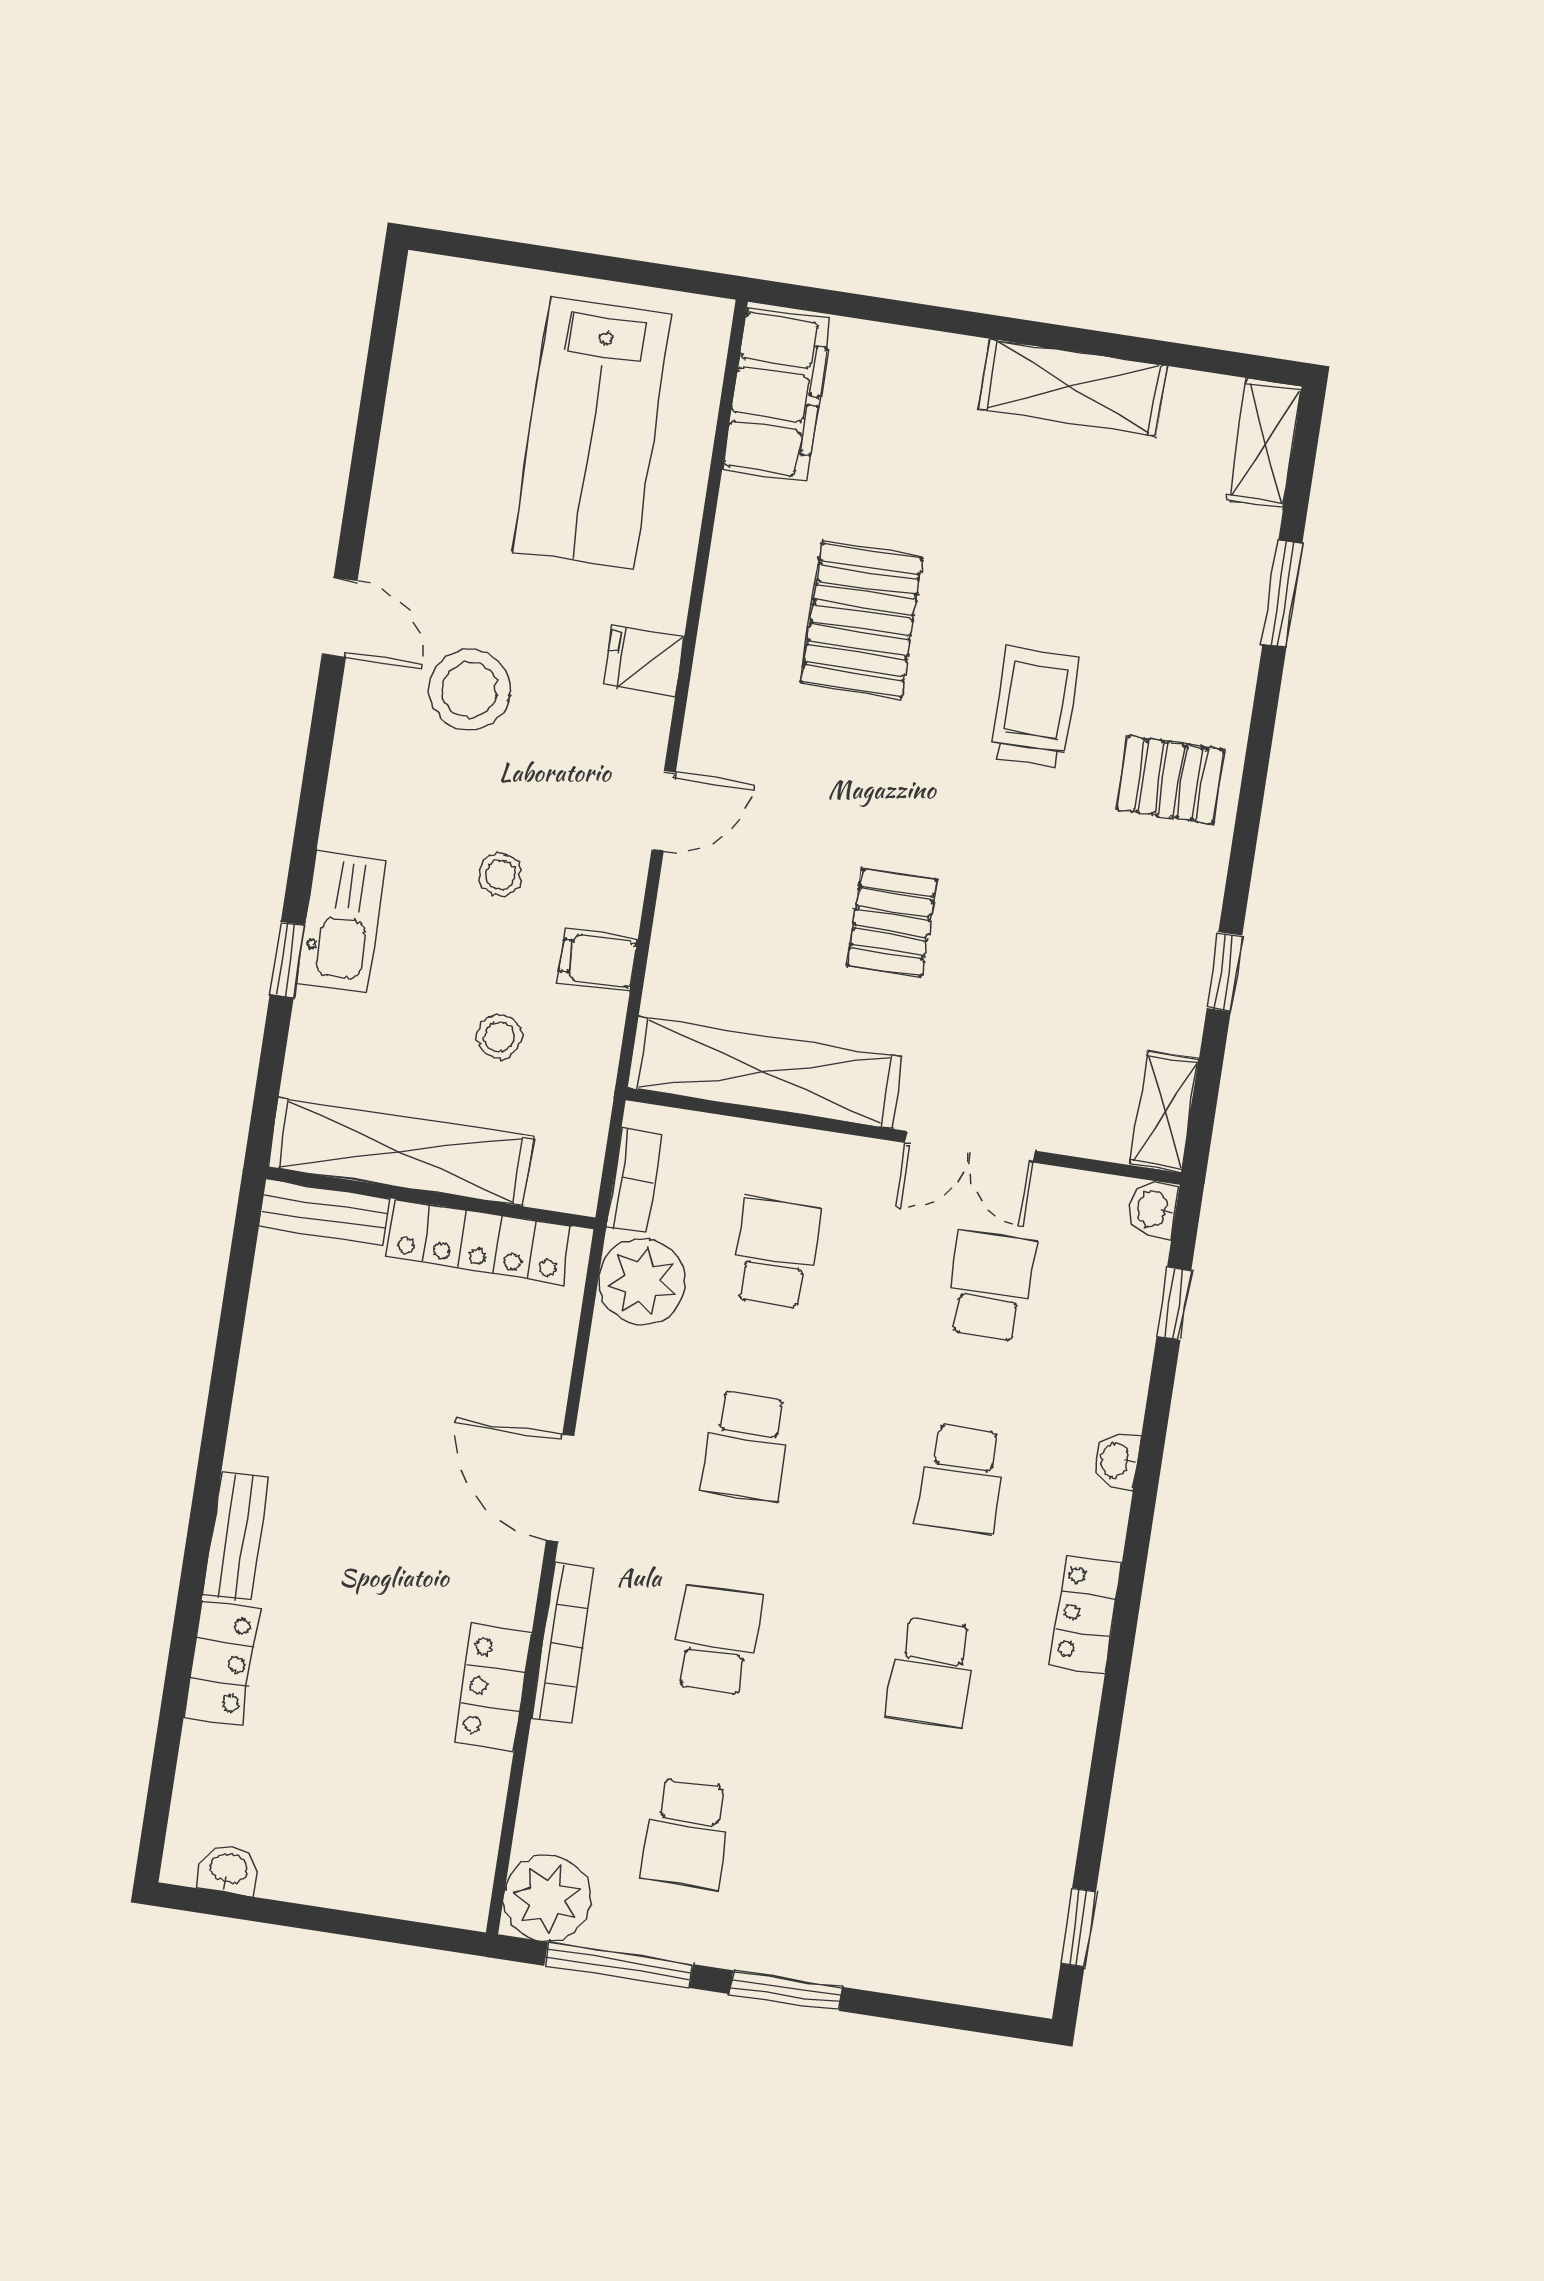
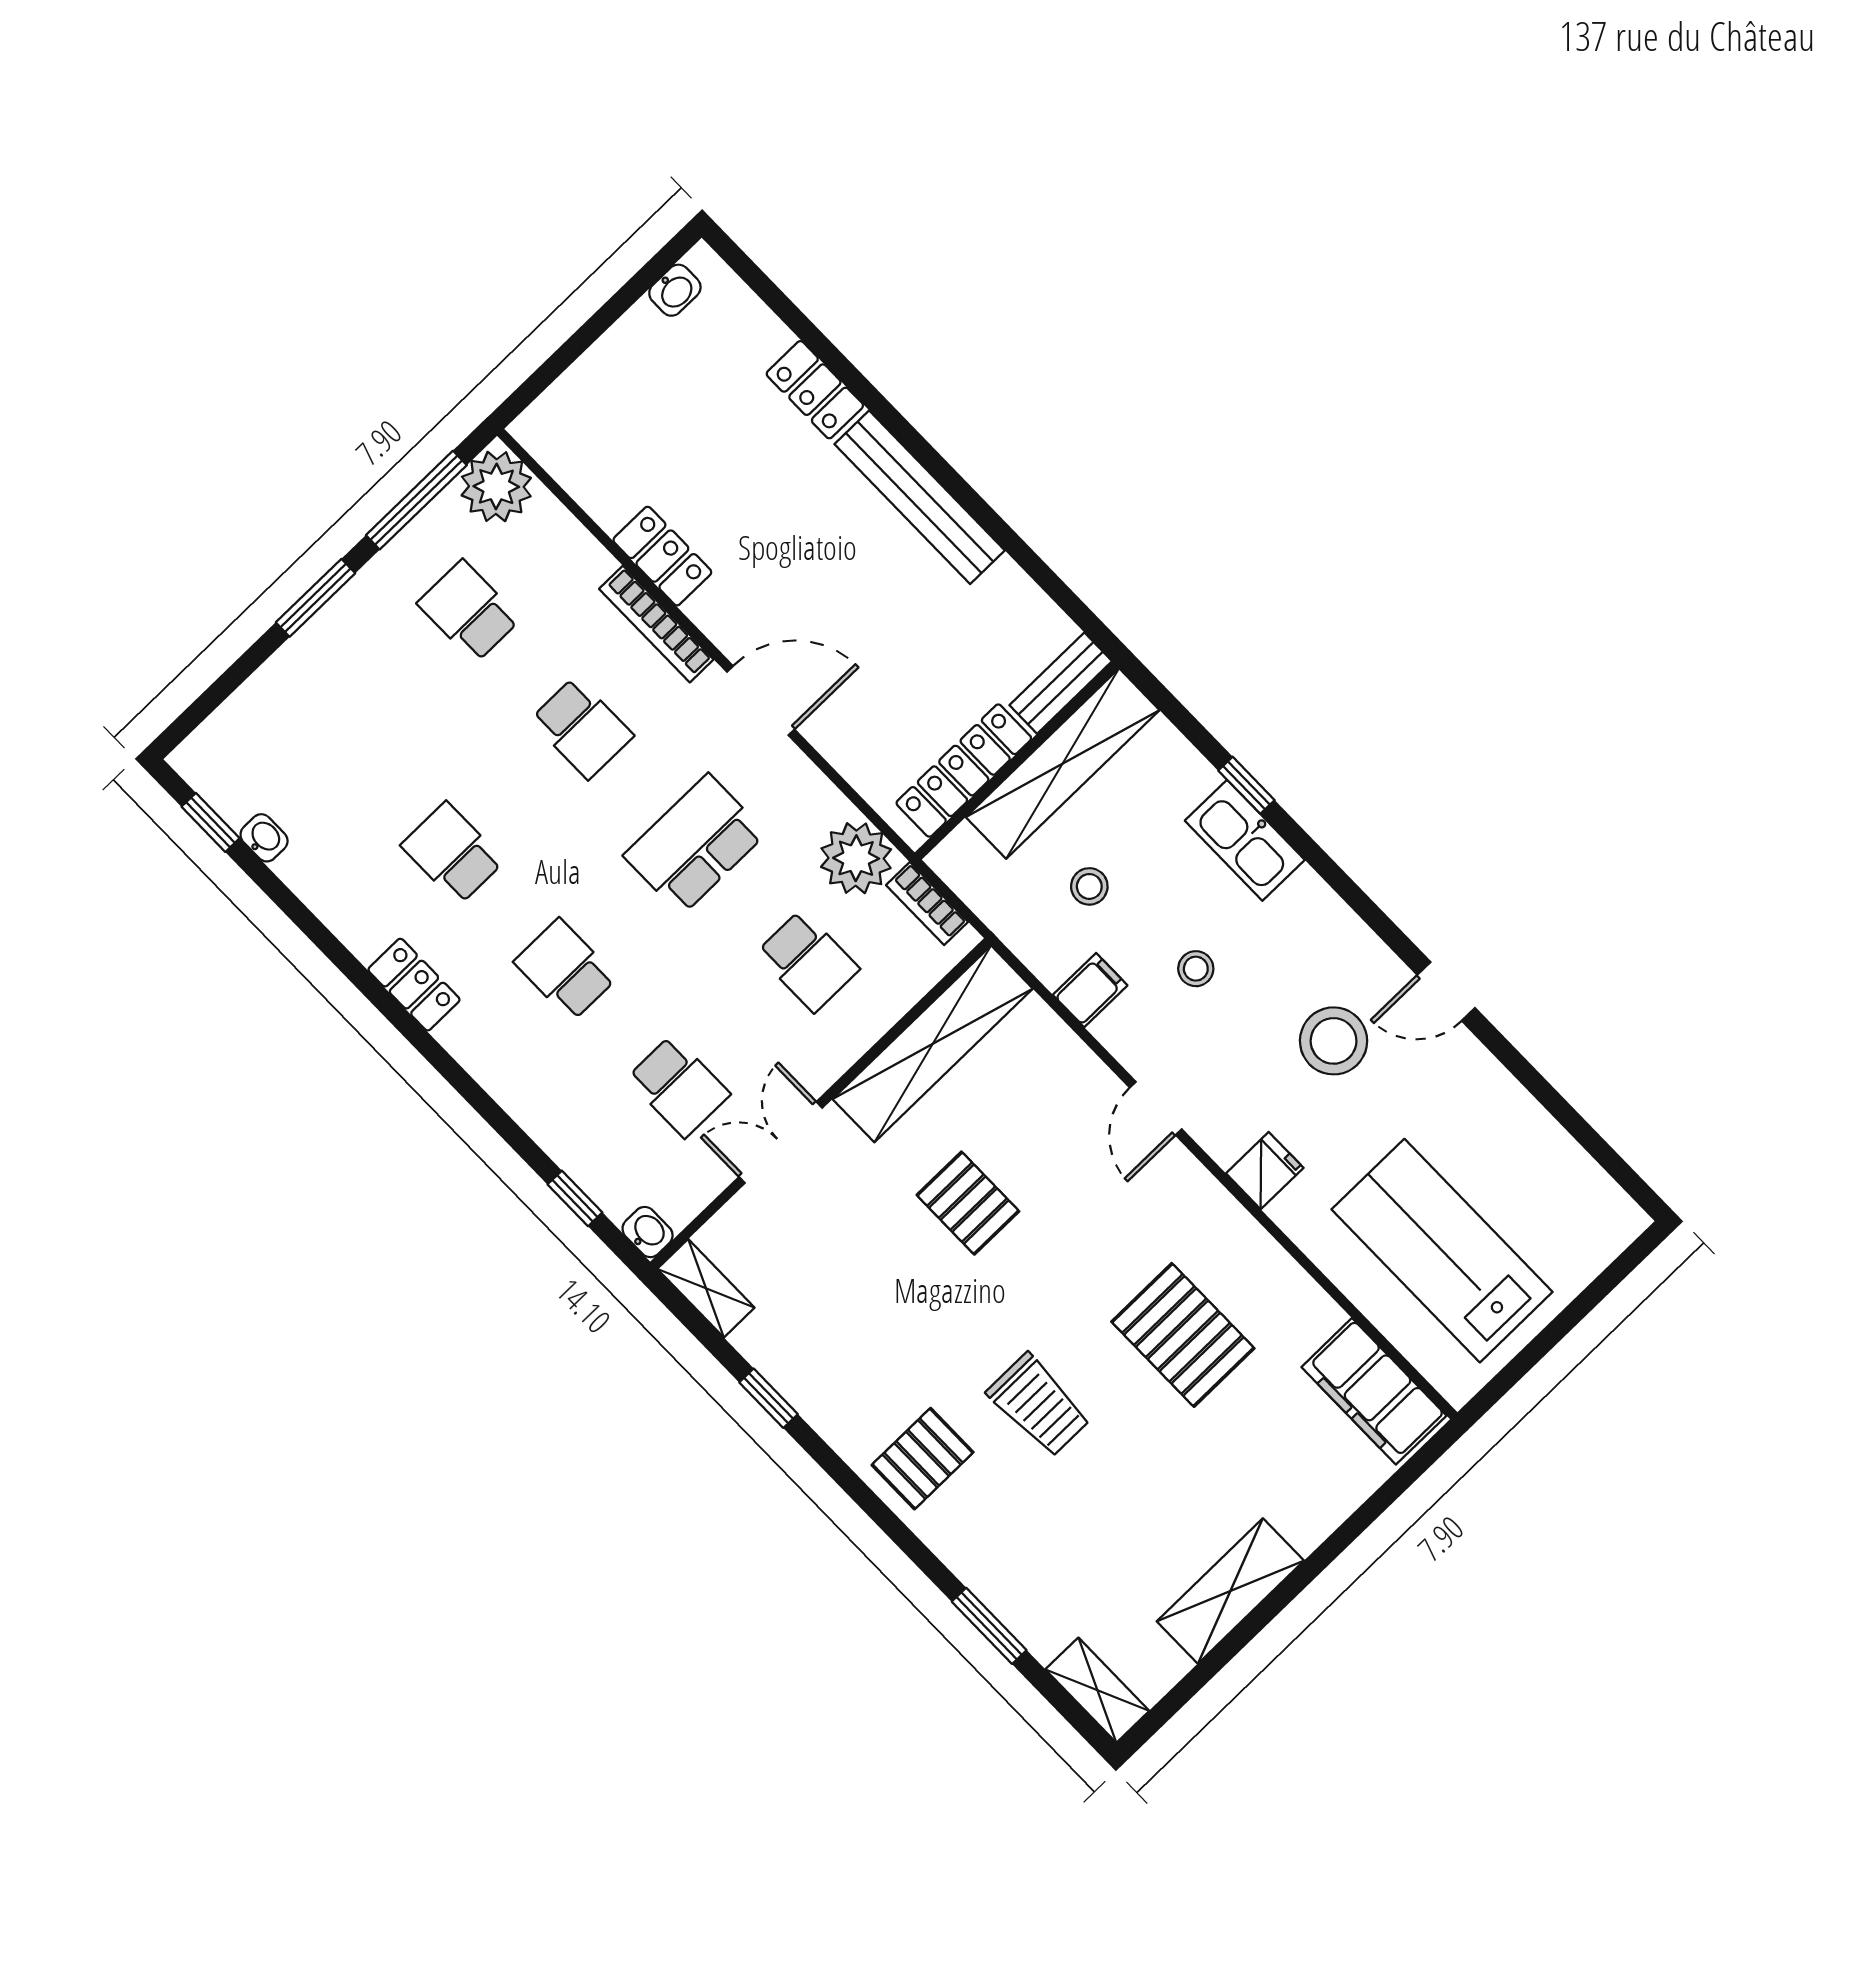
school desk: (746, 1446) -> (695, 844), width x1.85
washbasin: (1116, 1460) -> (264, 838), moved
bench: (236, 1537) -> (920, 497), width x1.86, depth x1.21

